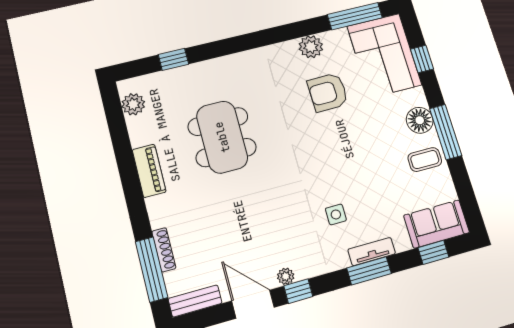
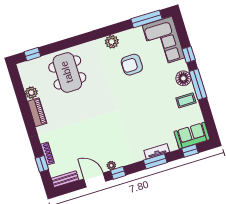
plant: (311, 47) -> (112, 42), moved
window: (173, 59) -> (32, 54), moved
window: (422, 59) -> (189, 54), moved
plant: (133, 104) -> (31, 93), moved
dining table: (222, 137) -> (67, 72), moved
side table: (336, 214) -> (137, 132), removed
window: (151, 270) -> (42, 164), width x0.46

